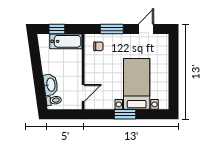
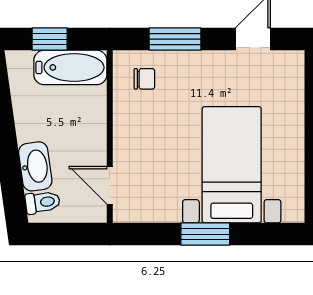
door: (83, 93) -> (110, 185), swing flipped

